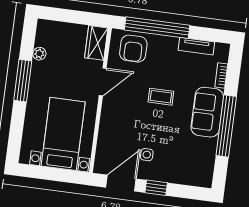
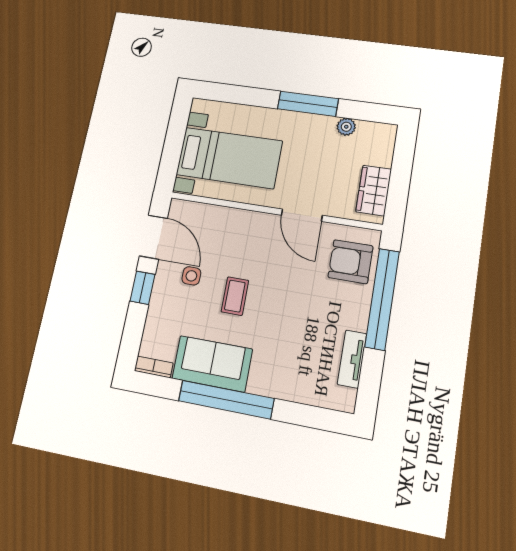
wardrobe: (96, 43) -> (374, 190), moved, turned -90
bookcase: (221, 76) -> (154, 367), moved
coffee table: (161, 97) -> (235, 296), moved
sofa: (207, 112) -> (212, 364), moved

